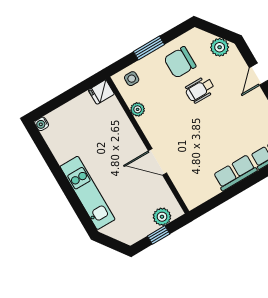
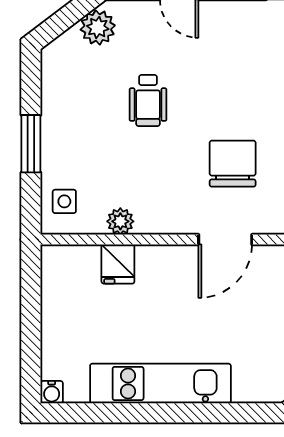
chair: (180, 62) -> (233, 164), moved, turned 180
fridge: (101, 92) -> (118, 264), moved
kitchen unit: (88, 193) -> (160, 383), moved

